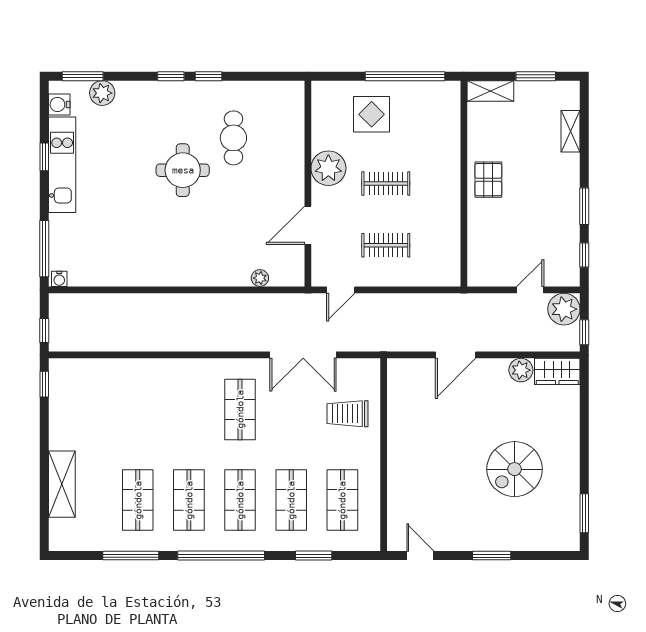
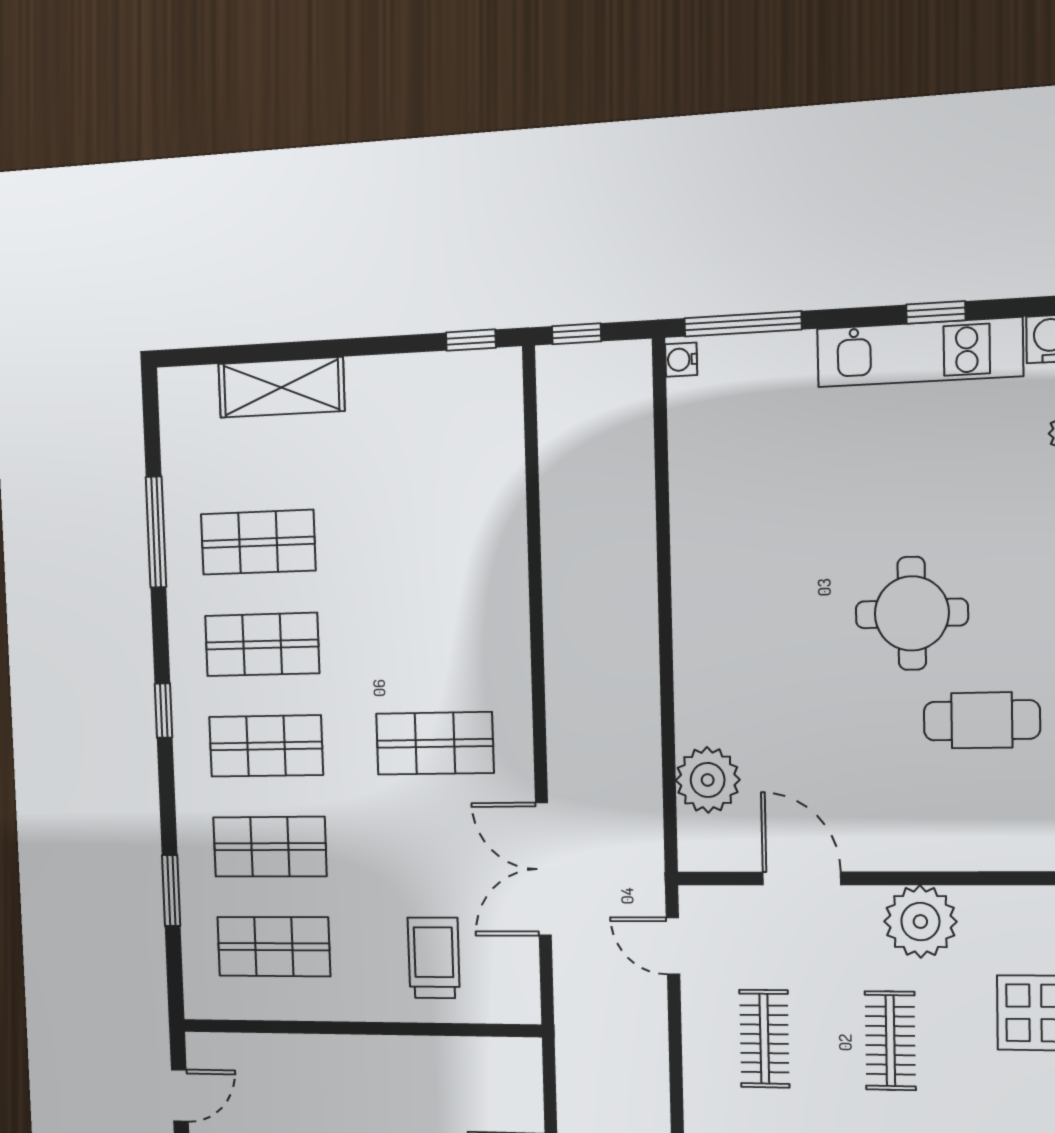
plant: (260, 278) -> (708, 780), width x1.87, depth x1.87
window: (221, 556) -> (164, 711), width x0.32

